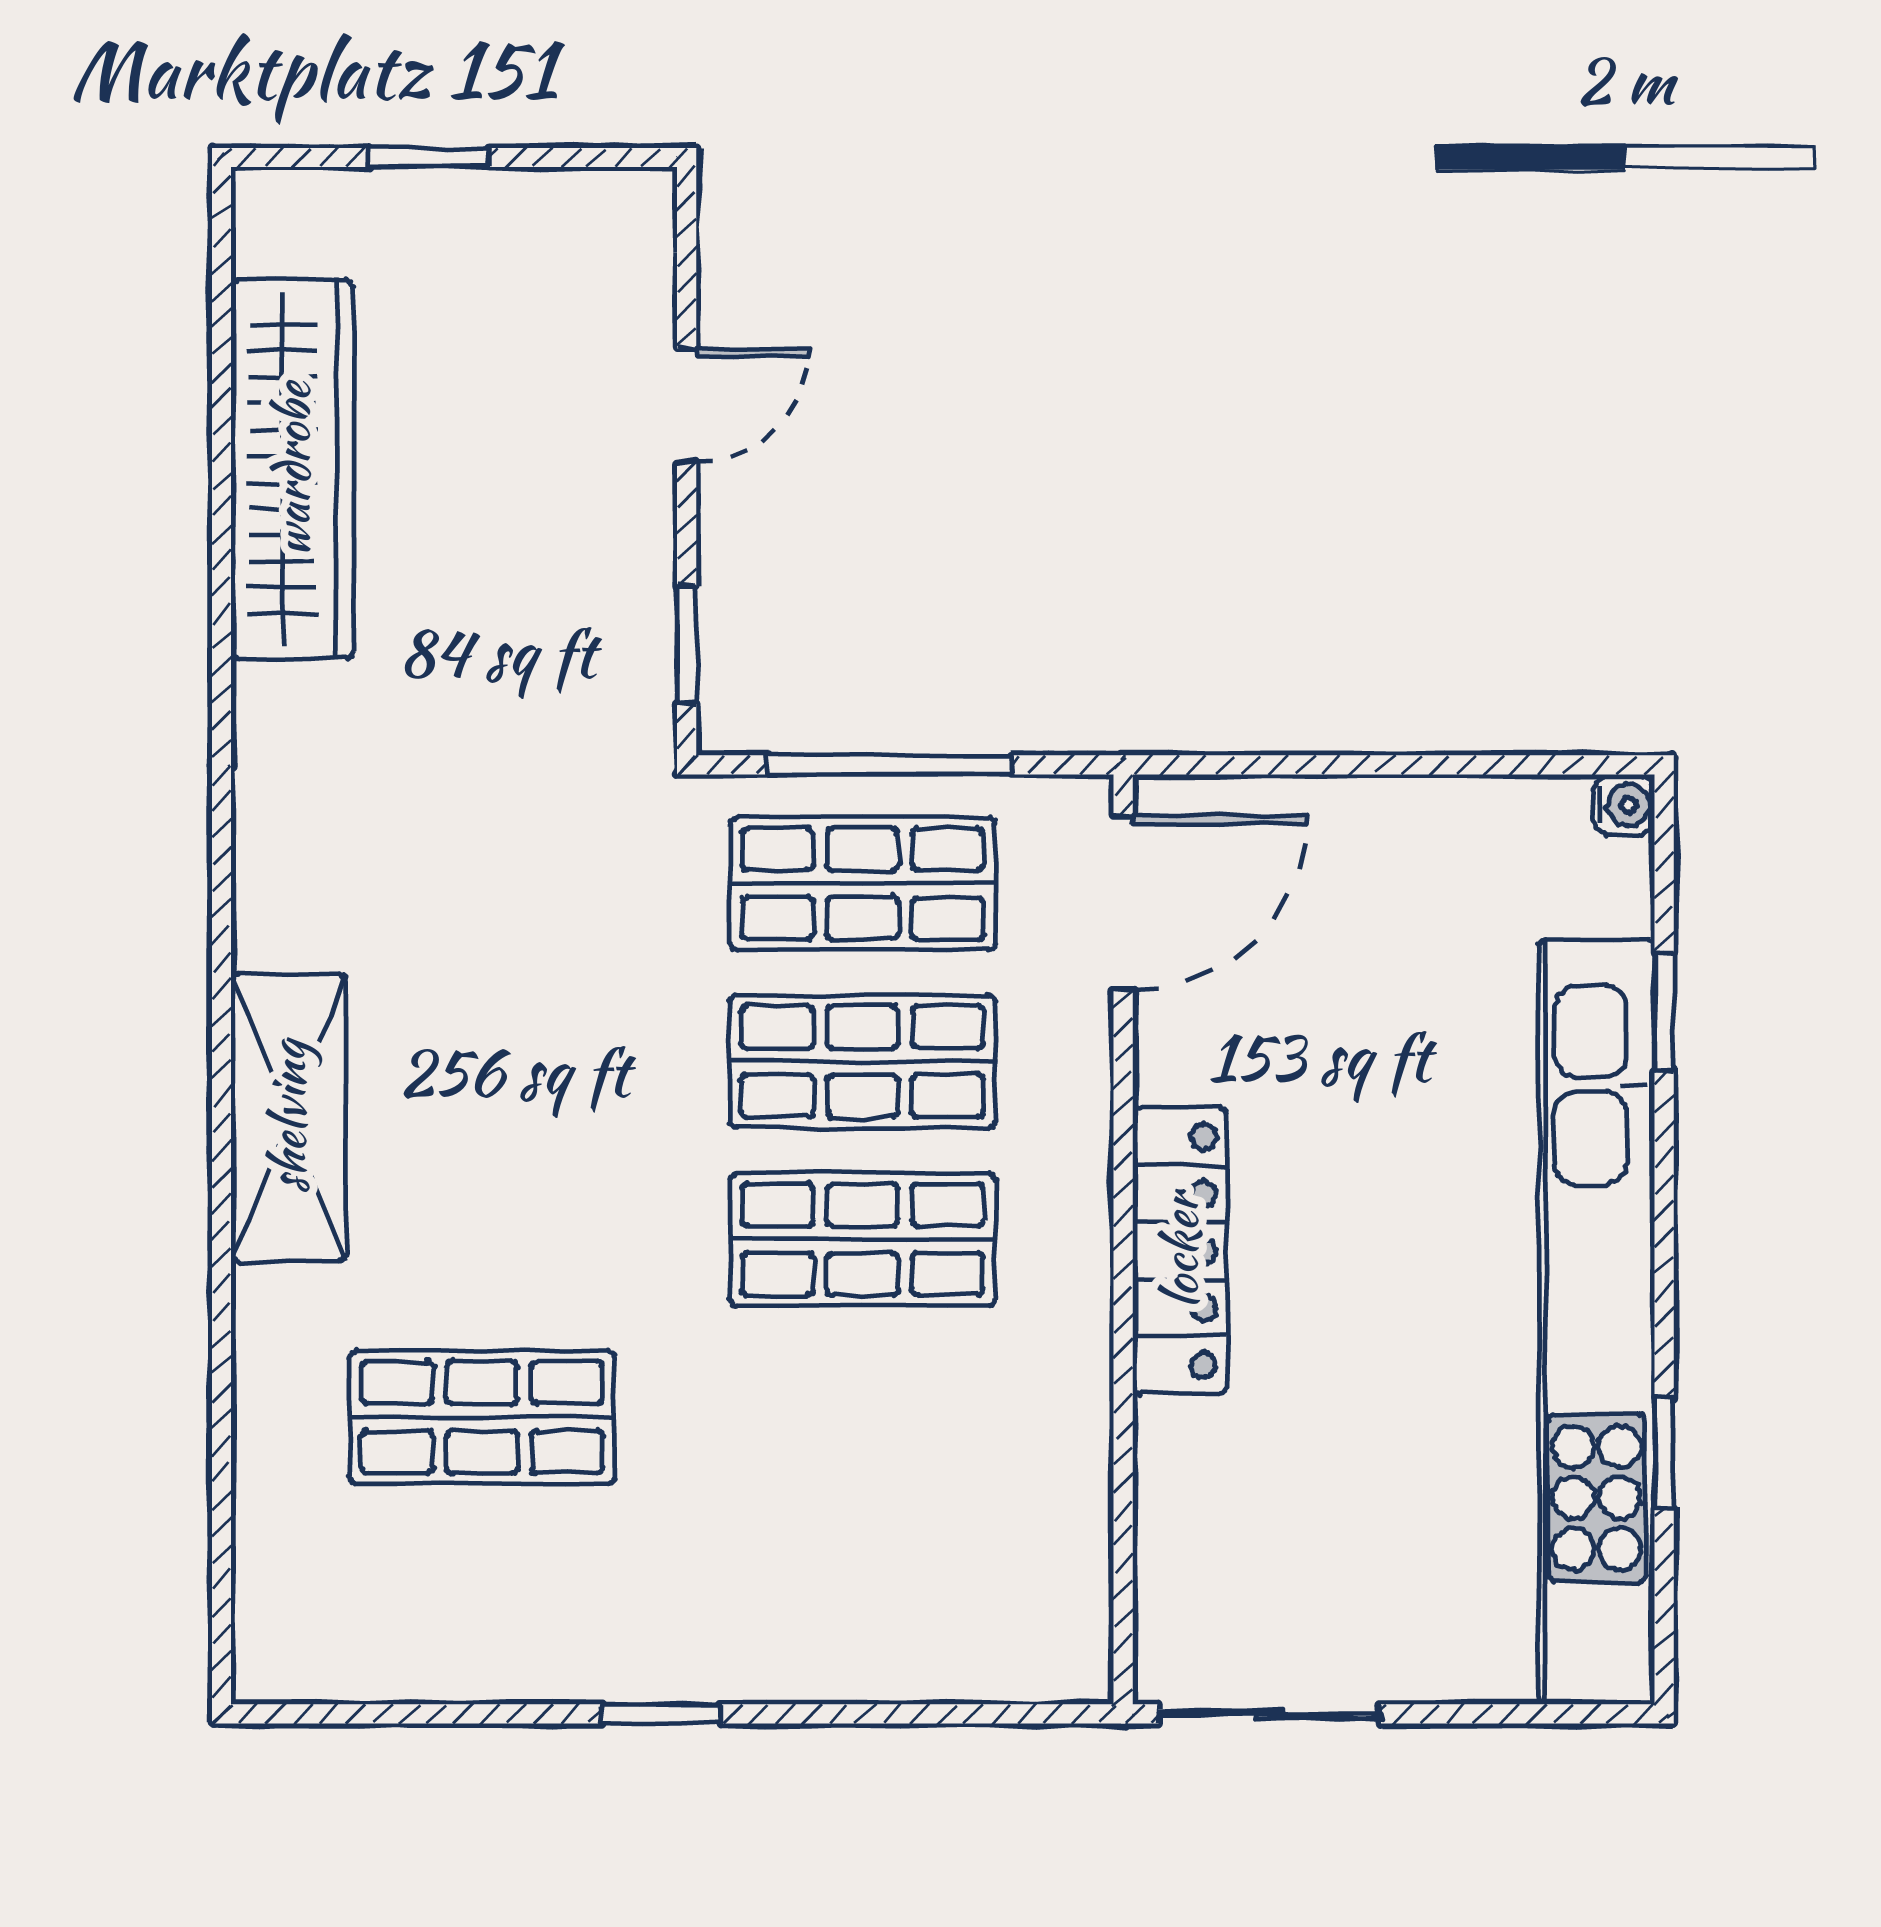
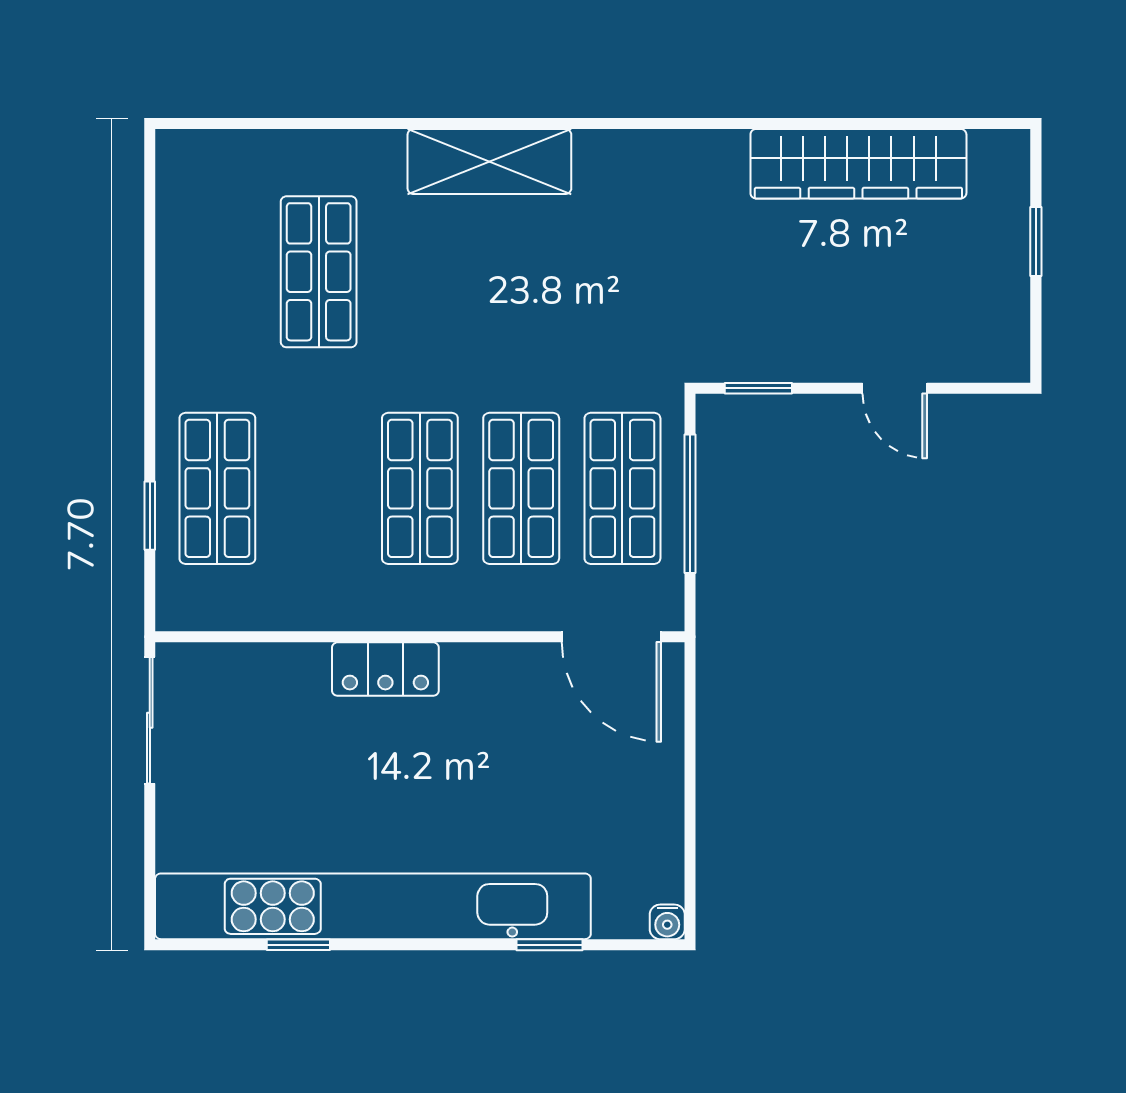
locker: (1180, 1251) -> (385, 669), width x0.66
shop shelf: (863, 1595) -> (217, 488), added
window: (661, 1714) -> (150, 516), moved

